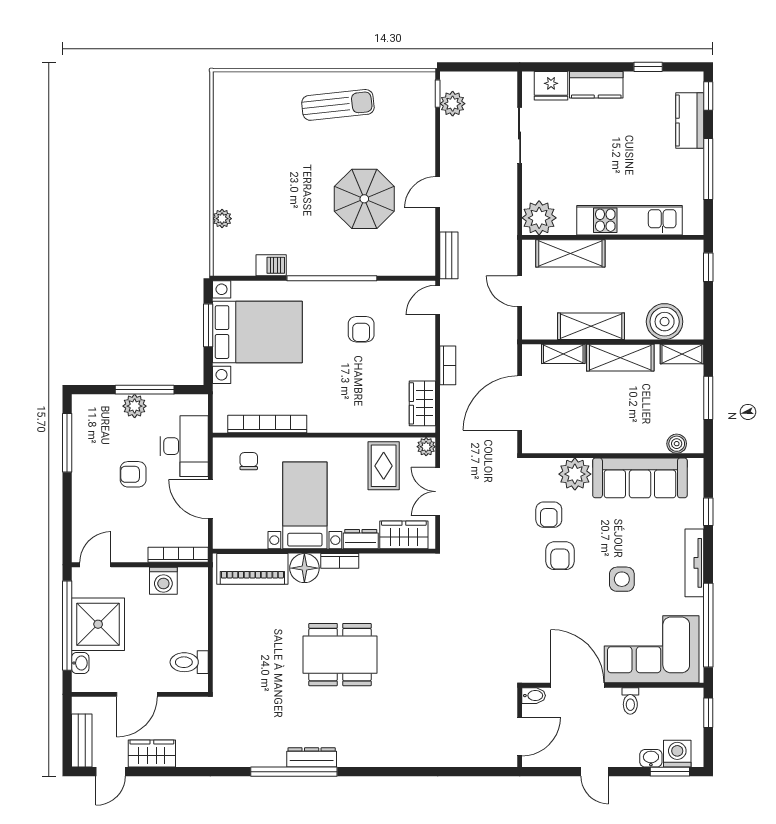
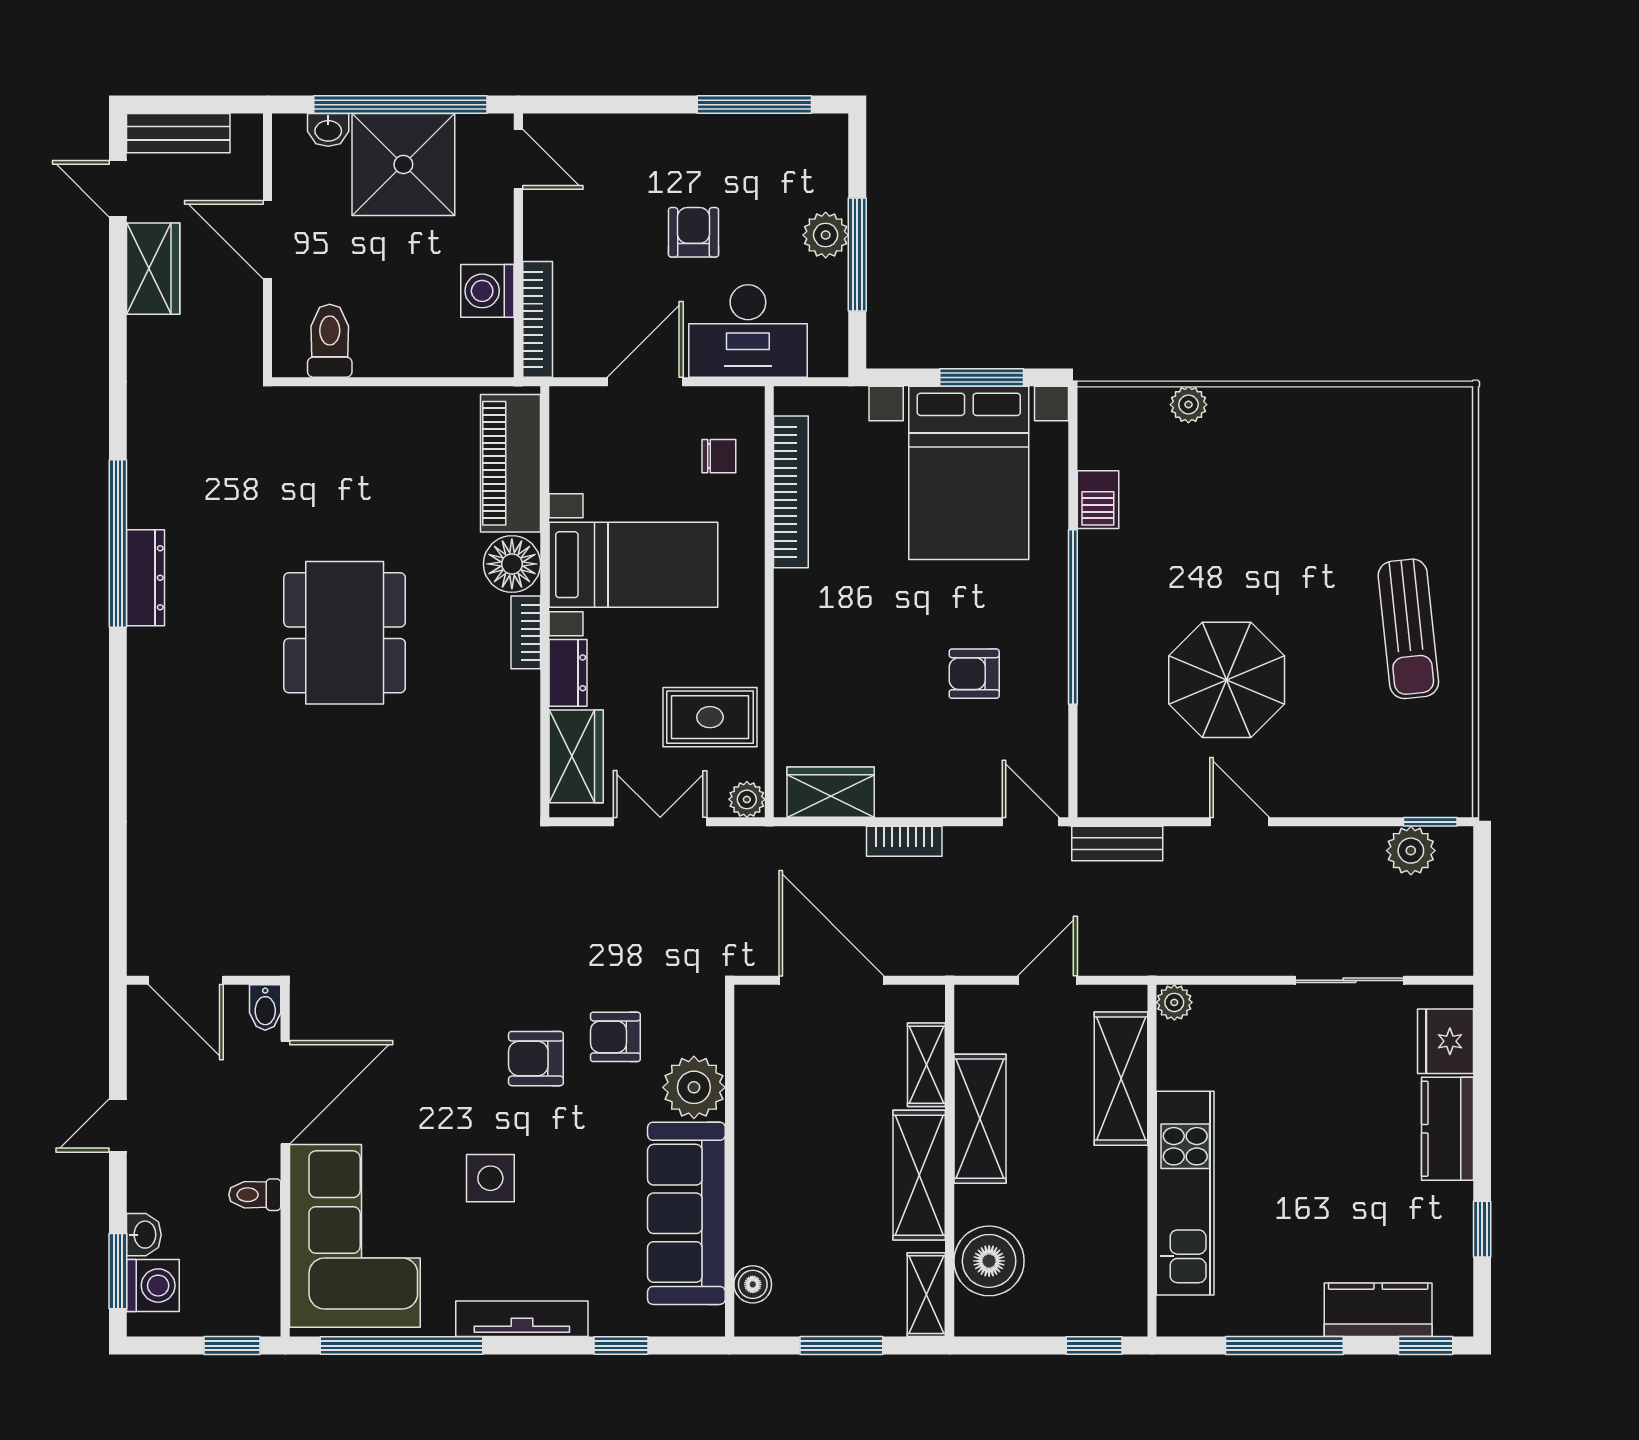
plant: (539, 218) -> (1174, 1002), width x0.53, depth x0.53

